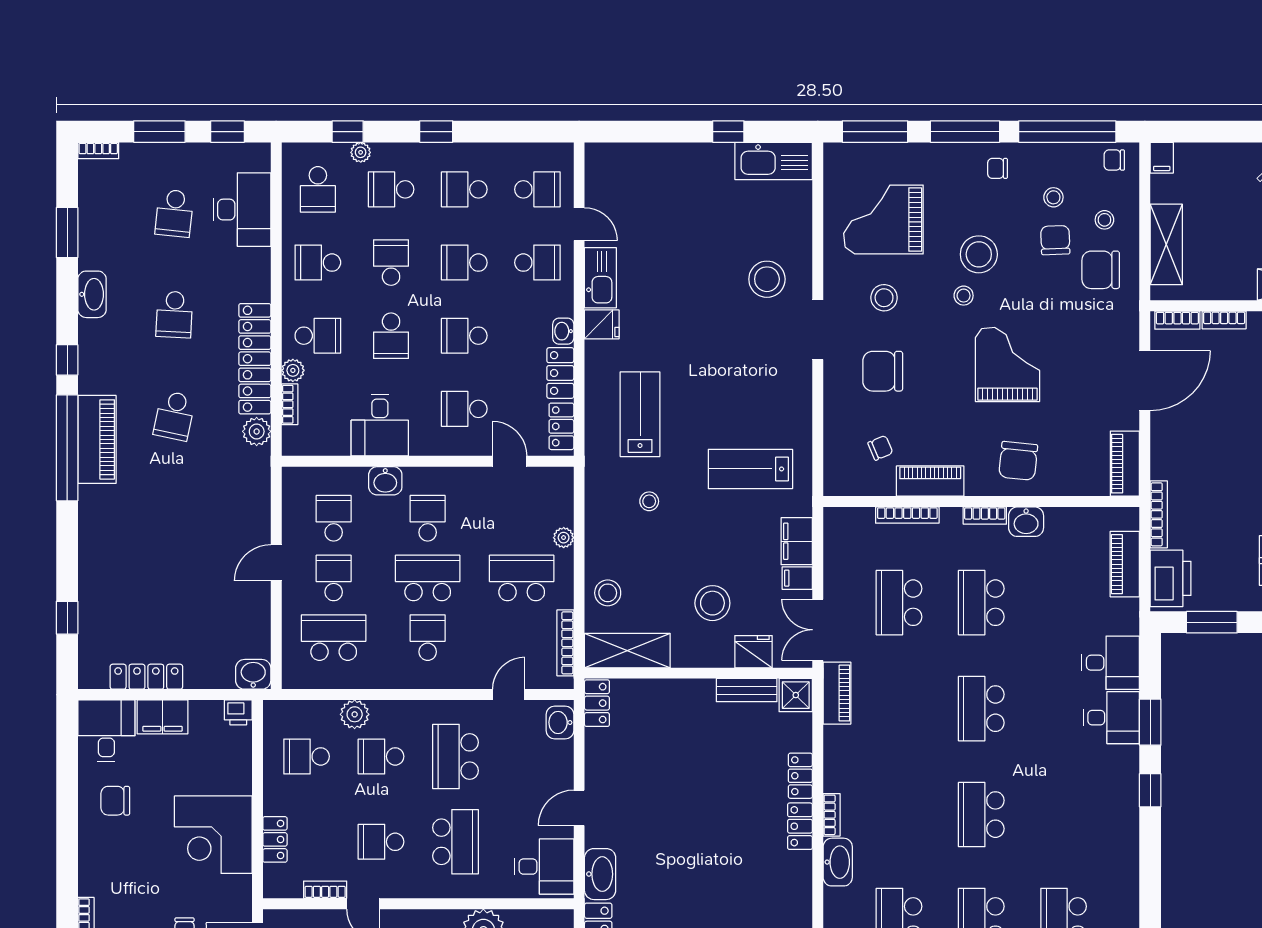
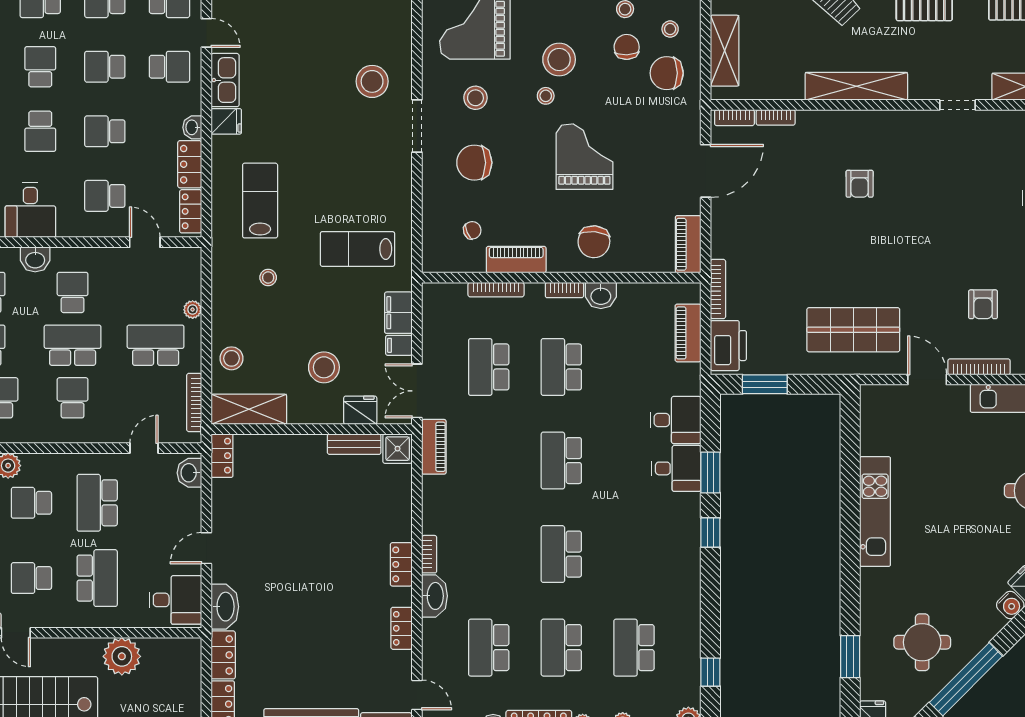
locker: (800, 776) -> (402, 628), moved

